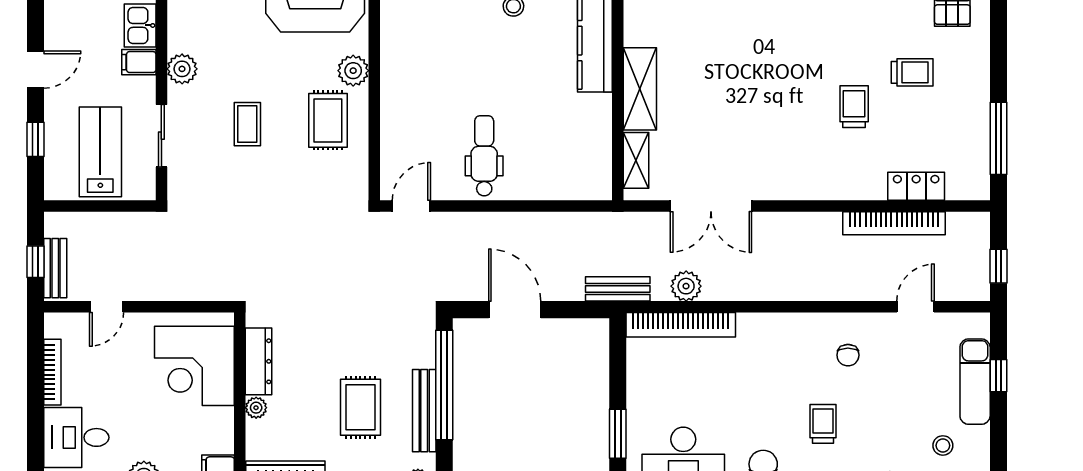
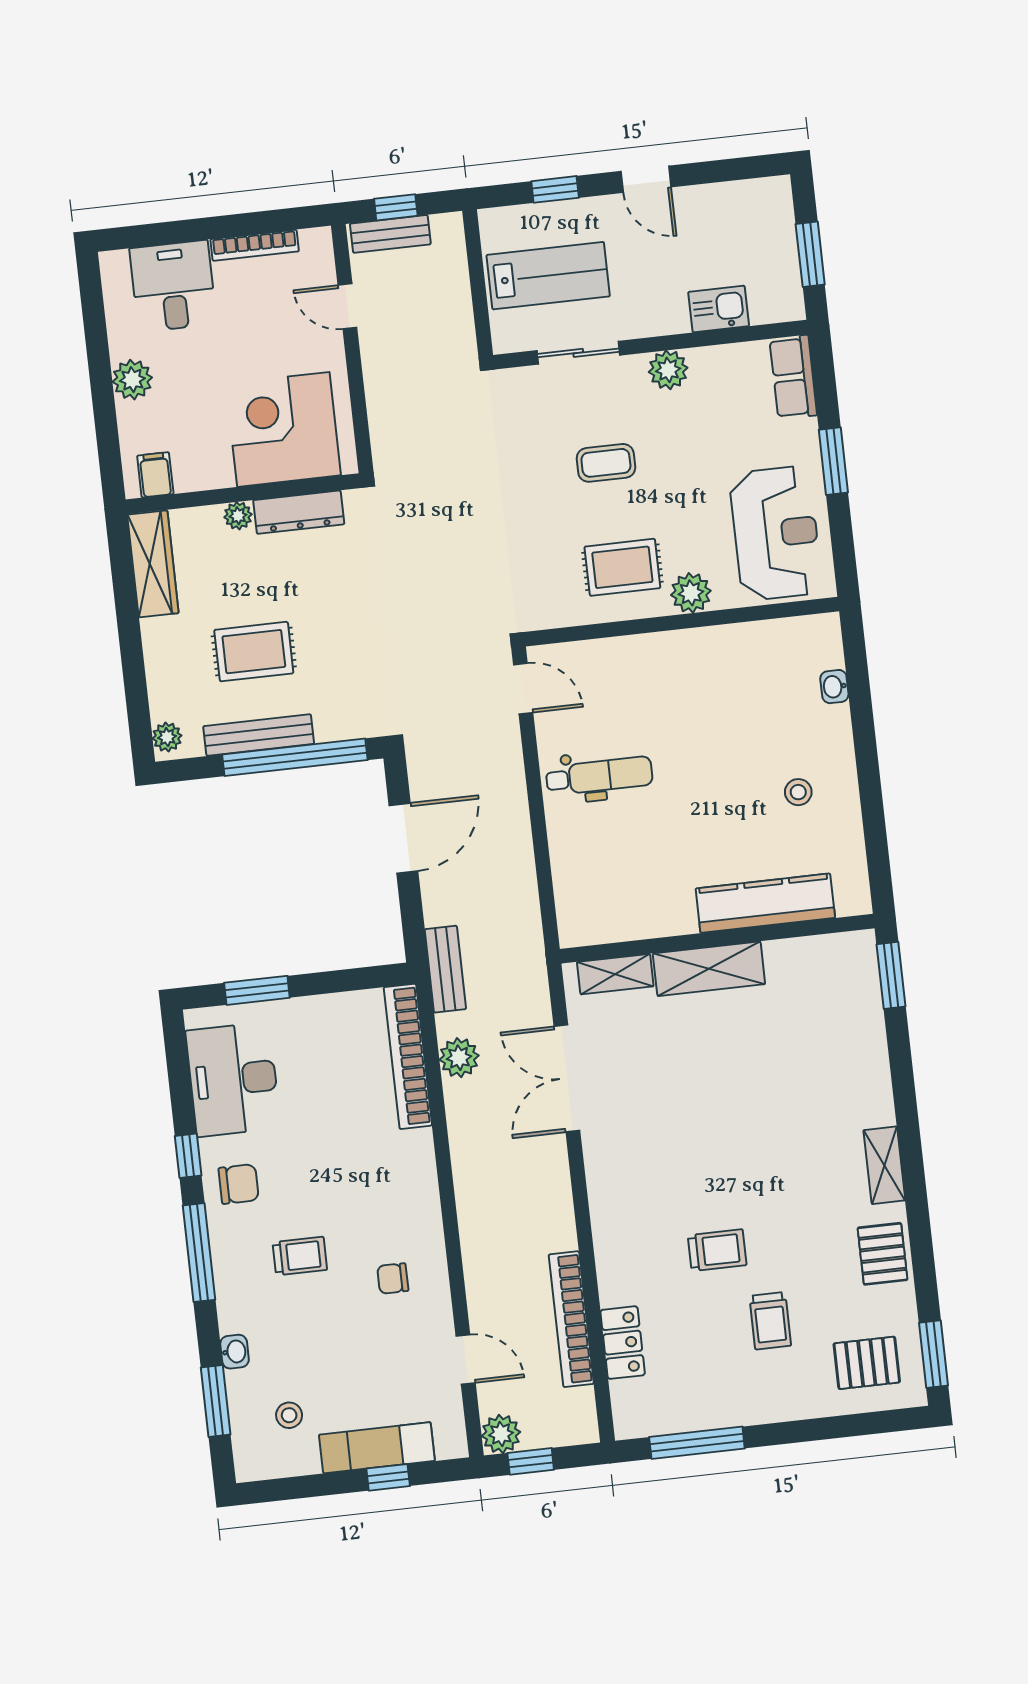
filing cabinet: (139, 62) -> (671, 313), removed
plant: (975, 286) -> (501, 1434), added

